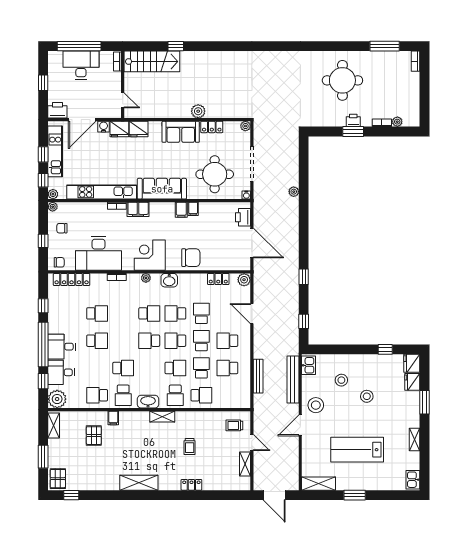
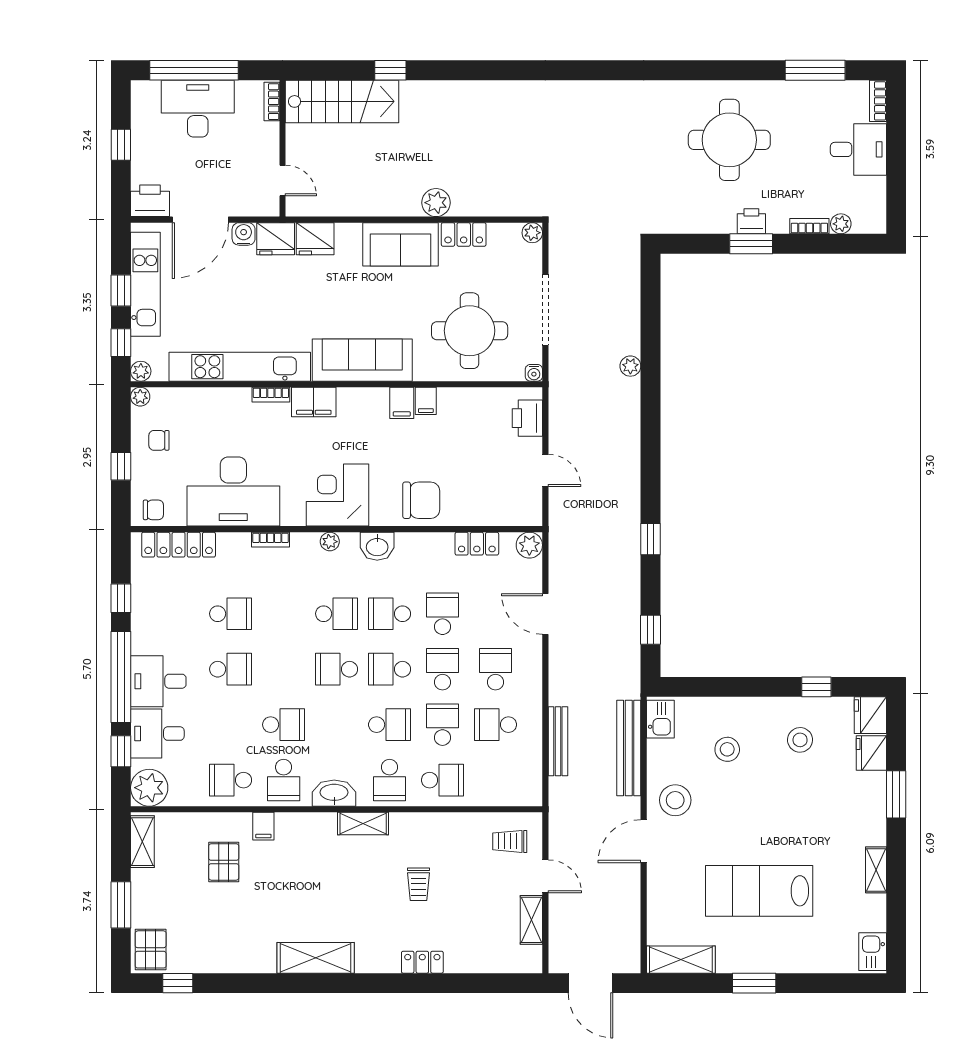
desk: (406, 85) -> (858, 149), added
door: (252, 243) -> (545, 470), width x0.53
school desk: (227, 341) -> (495, 669), turned 90
stool: (367, 396) -> (800, 740), moved

